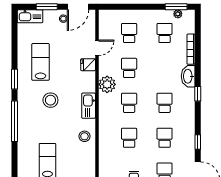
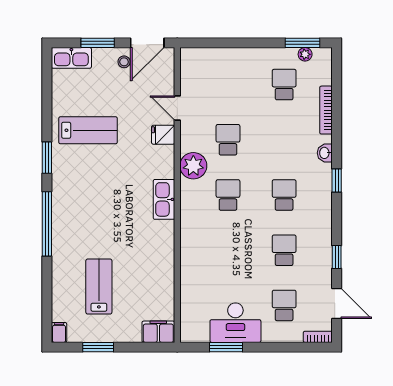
school desk: (129, 33) -> (228, 85), removed
door: (97, 48) -> (177, 108), swing flipped
lab bench: (41, 62) -> (88, 130), turned 90
washbasin: (188, 76) -> (325, 153), width x0.52, depth x0.69
stool: (50, 100) -> (104, 191), removed
stool: (84, 136) -> (157, 248), removed
school desk: (129, 138) -> (228, 250), removed

